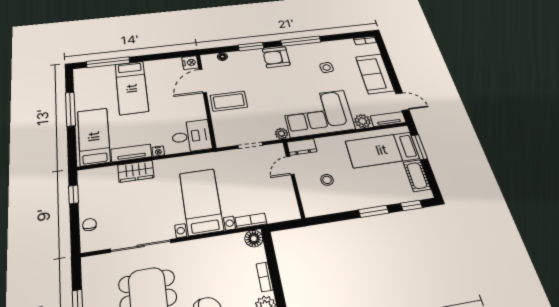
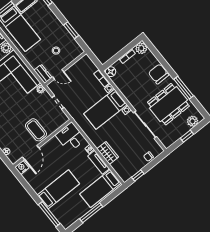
door: (203, 81) -> (31, 153), hinge flipped
window: (374, 211) -> (71, 30), moved

